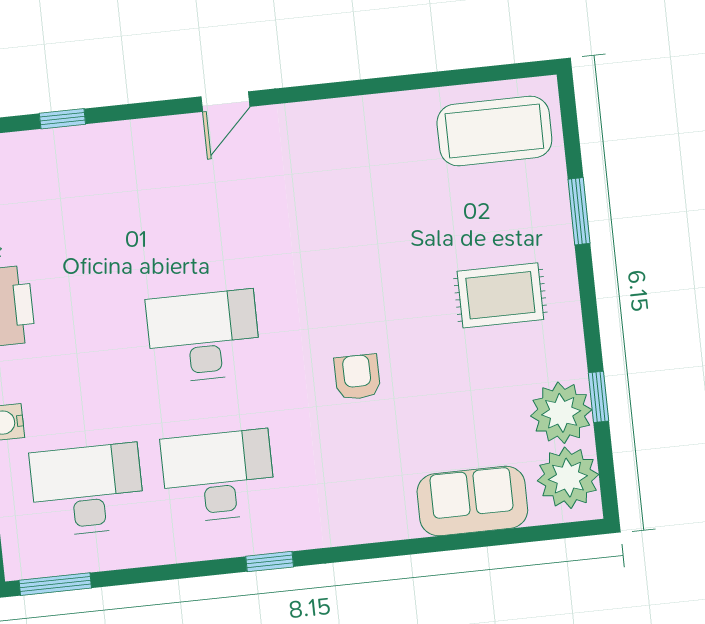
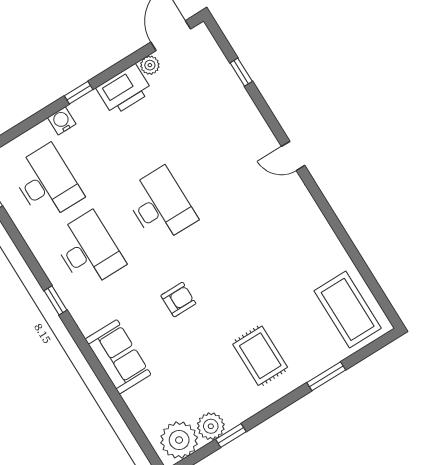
plant: (561, 413) -> (211, 426), width x0.73, depth x0.73
sofa: (472, 501) -> (118, 357), moved

